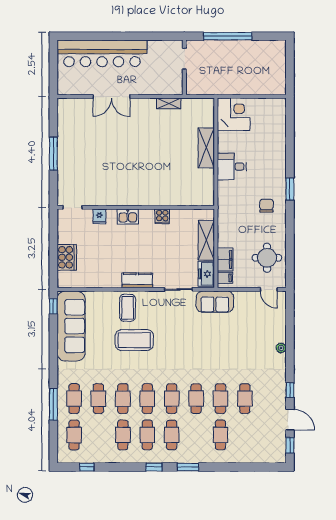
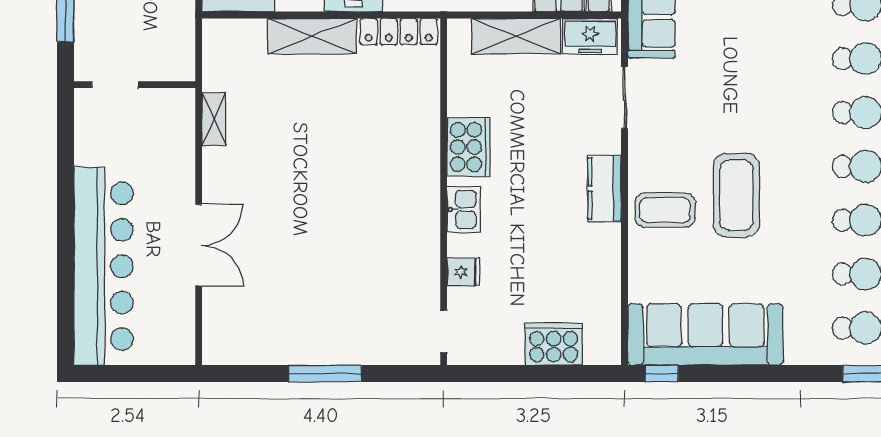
locker: (208, 187) -> (399, 32), added
cooker: (162, 216) -> (469, 147), width x1.87, depth x1.31

